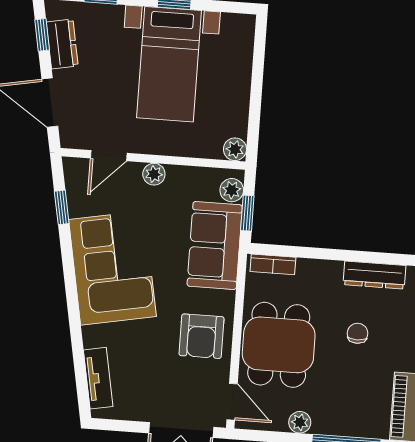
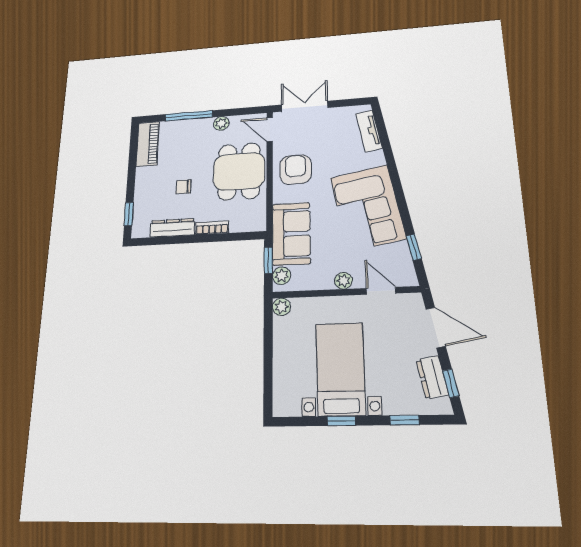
door: (109, 156) -> (381, 291), hinge flipped
bookcase: (273, 264) -> (212, 228), moved
chair: (357, 333) -> (183, 187), turned 90

